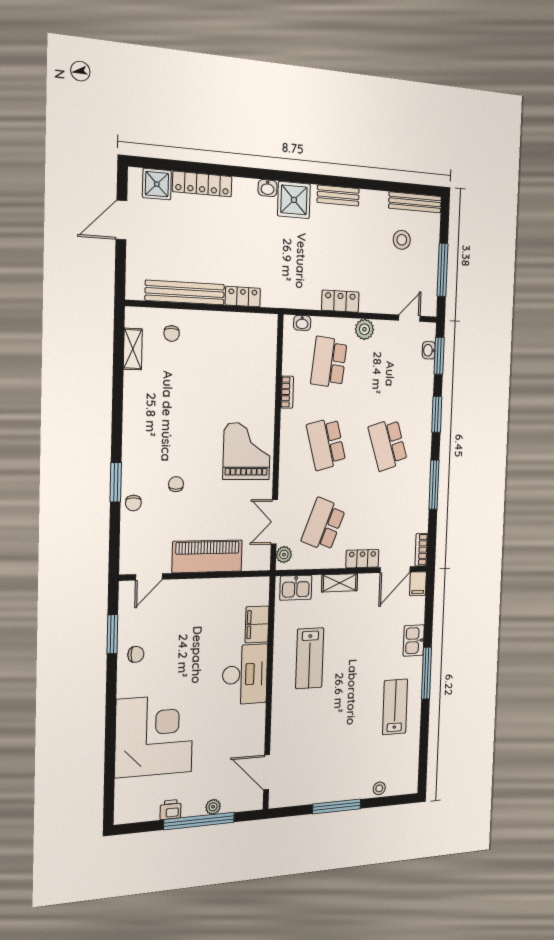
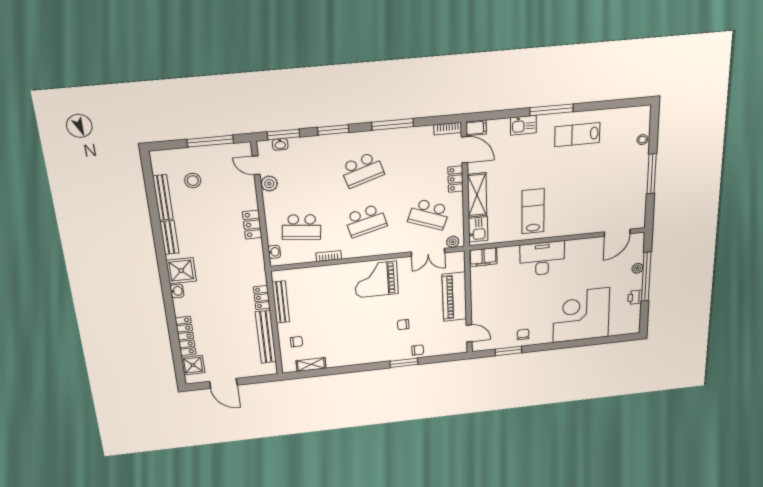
bench: (415, 202) -> (163, 198), moved
bench: (233, 321) -> (281, 302), added
plant: (364, 329) -> (269, 184), moved
shelving: (340, 583) -> (477, 195), width x1.50, depth x1.33
filing cabinet: (257, 624) -> (483, 257), moved
lab bench: (310, 658) -> (533, 211), turned -90

